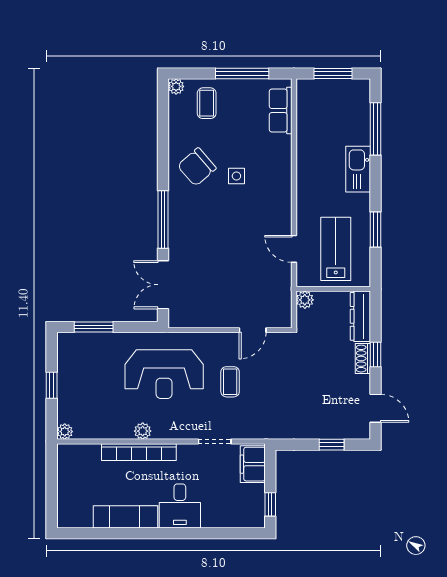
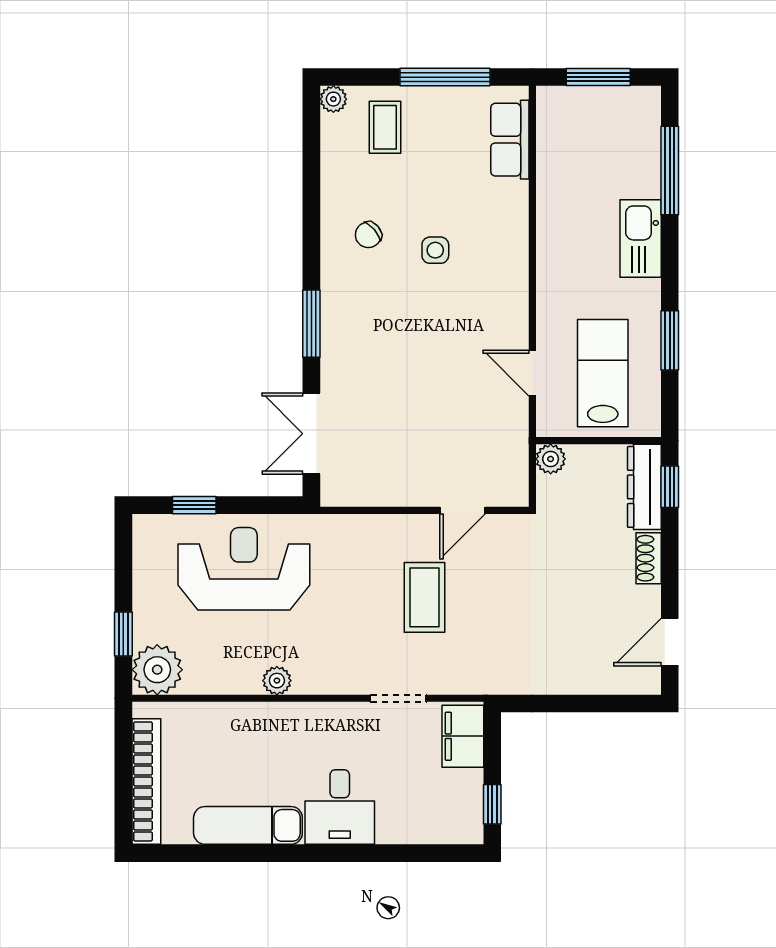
chair: (197, 167) -> (368, 235), width x0.54, depth x0.54
window: (163, 220) -> (311, 324), width x0.69
window: (94, 327) -> (194, 505), width x0.67
window: (375, 355) -> (670, 487), moved
reception desk: (164, 374) -> (244, 569), moved, turned 180
coffee table: (230, 382) -> (425, 597), width x1.36, depth x1.30
window: (52, 385) -> (123, 634), moved
door: (375, 408) -> (670, 642), swing flipped
plant: (65, 432) -> (157, 670), width x1.88, depth x1.88
window: (332, 445) -> (596, 703), removed
bookcase: (139, 452) -> (146, 781), moved, turned -90

